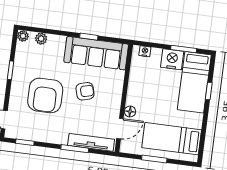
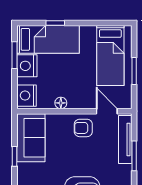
nightstand: (145, 51) -> (27, 96), width x1.89, depth x1.79
sofa: (96, 53) -> (31, 138), width x0.73
armchair: (85, 91) -> (83, 128), moved, turned -74
floor lamp: (130, 112) -> (61, 103), moved

